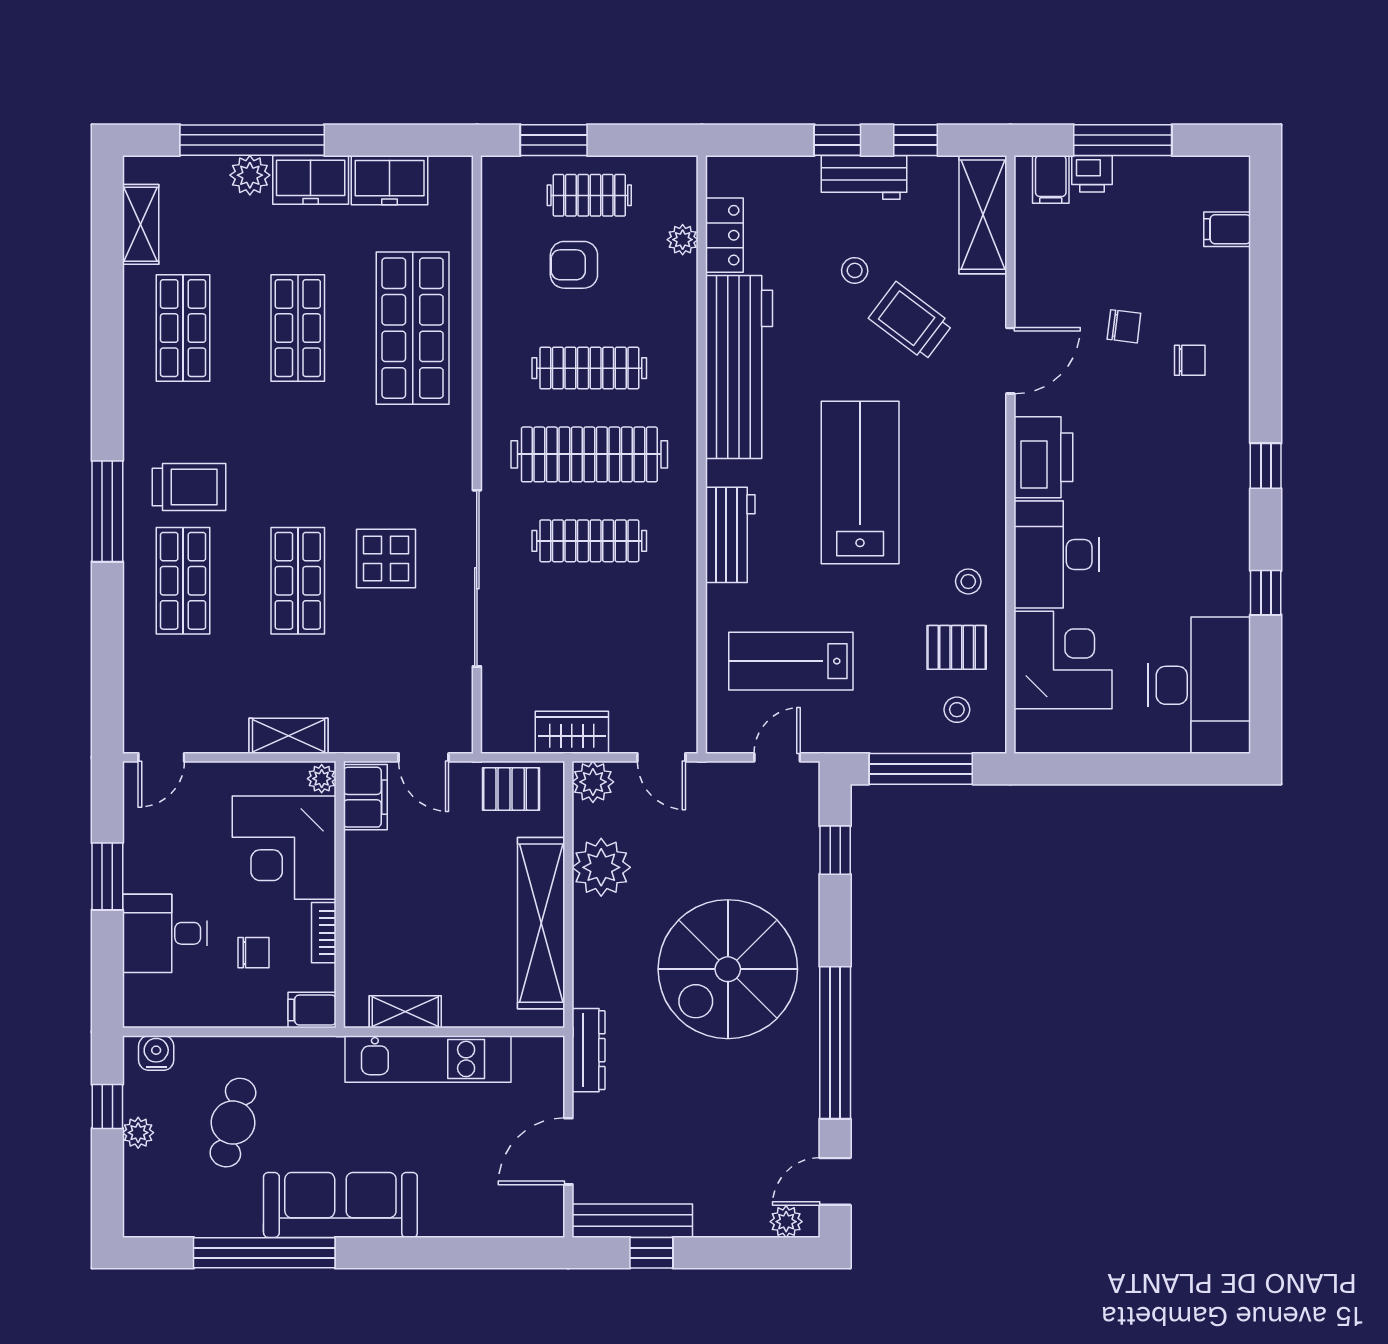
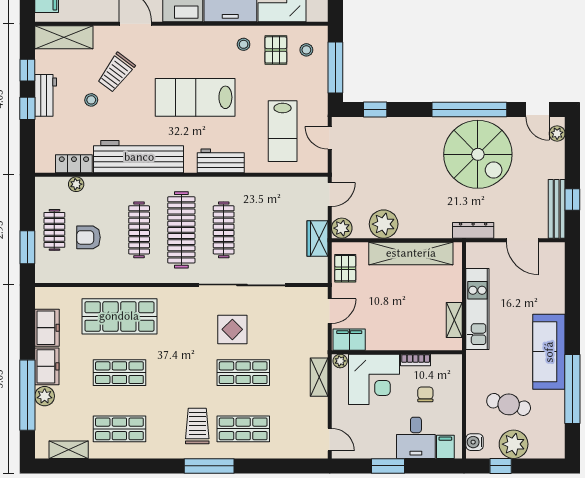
armchair: (574, 265) -> (88, 237), turned 90
spiral stairs: (728, 969) -> (478, 154), moved
filing cabinet: (312, 1010) -> (445, 447), moved, turned 180
plant: (138, 1133) -> (514, 444), width x1.88, depth x1.88

